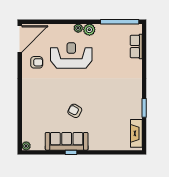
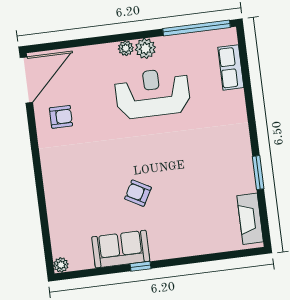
reception desk: (71, 56) -> (152, 93), moved
sofa: (67, 141) -> (121, 249), width x0.73

